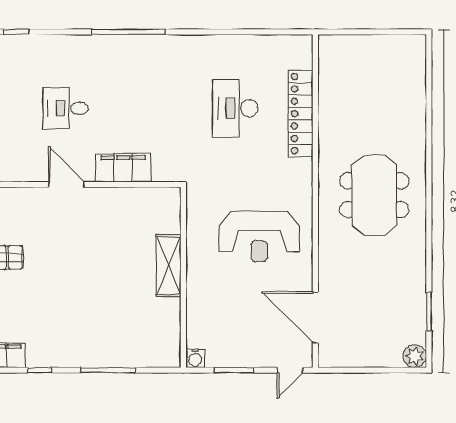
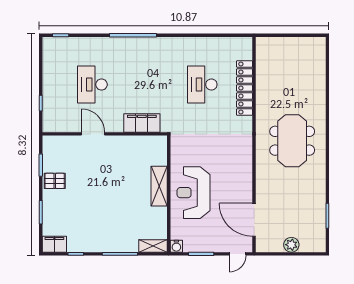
desk: (65, 108) -> (92, 85), width x1.37
filing cabinet: (123, 168) -> (142, 123), moved
reception desk: (259, 236) -> (194, 193), moved, turned 90
plant: (415, 356) -> (291, 245), moved
shelving: (159, 358) -> (153, 246), added

